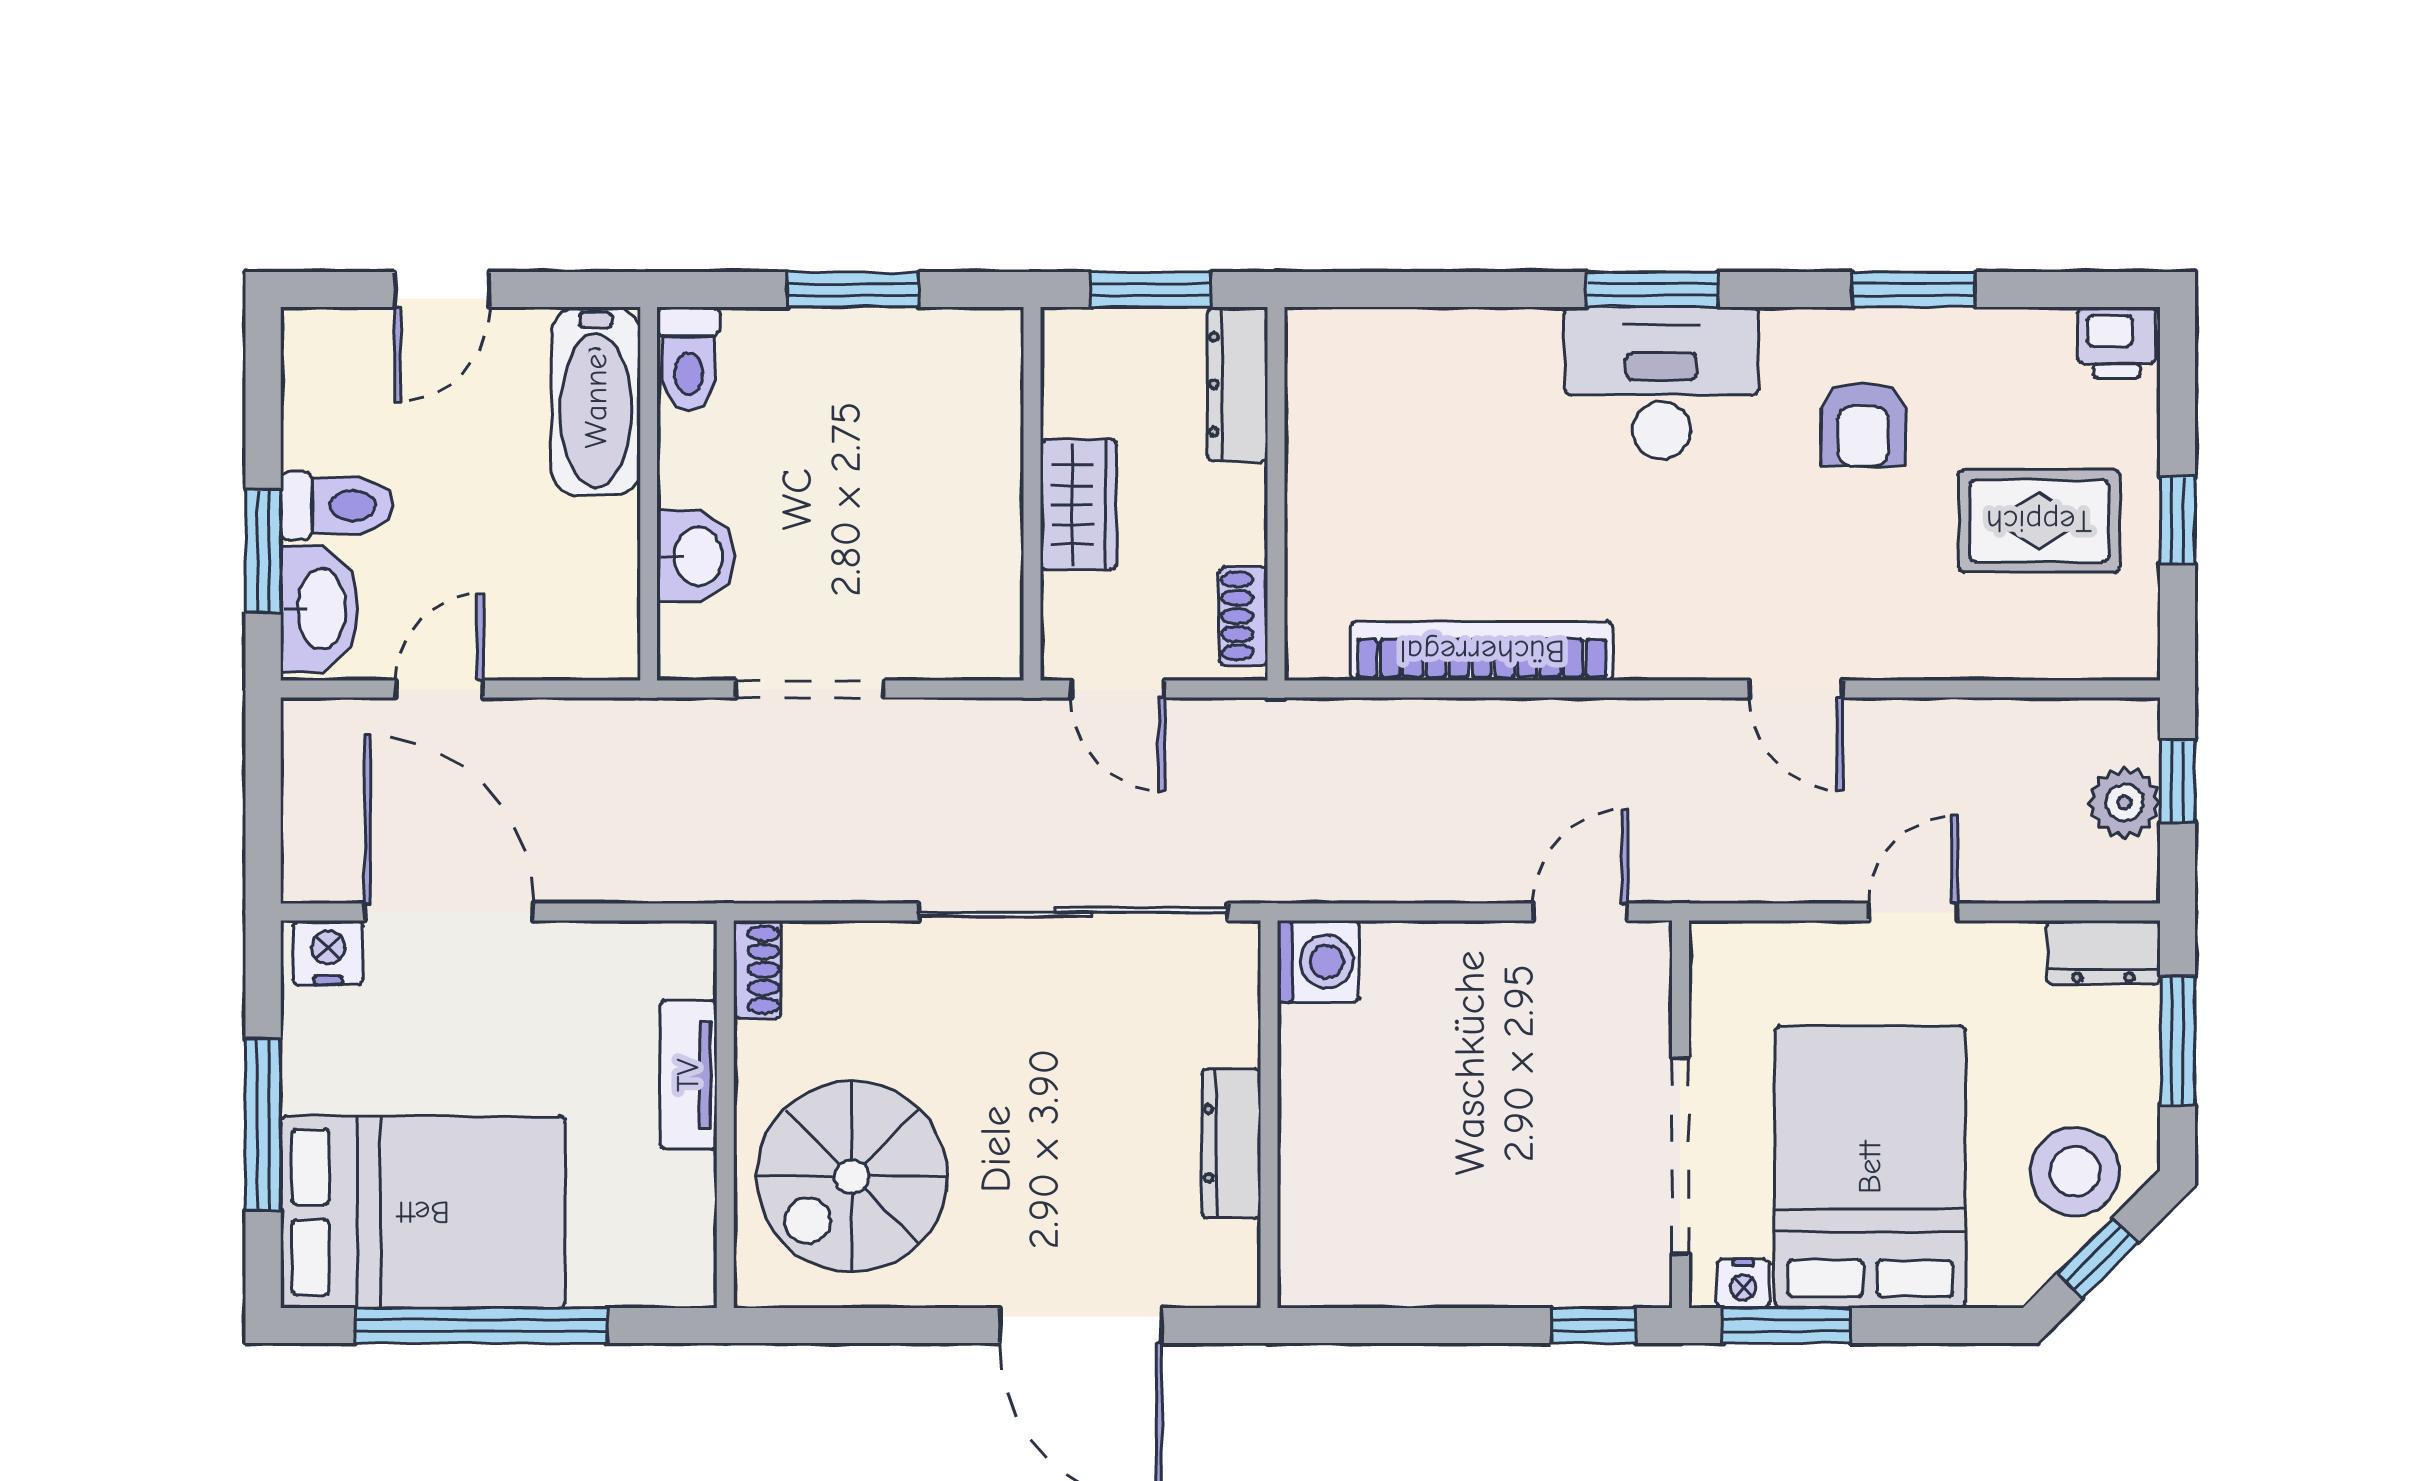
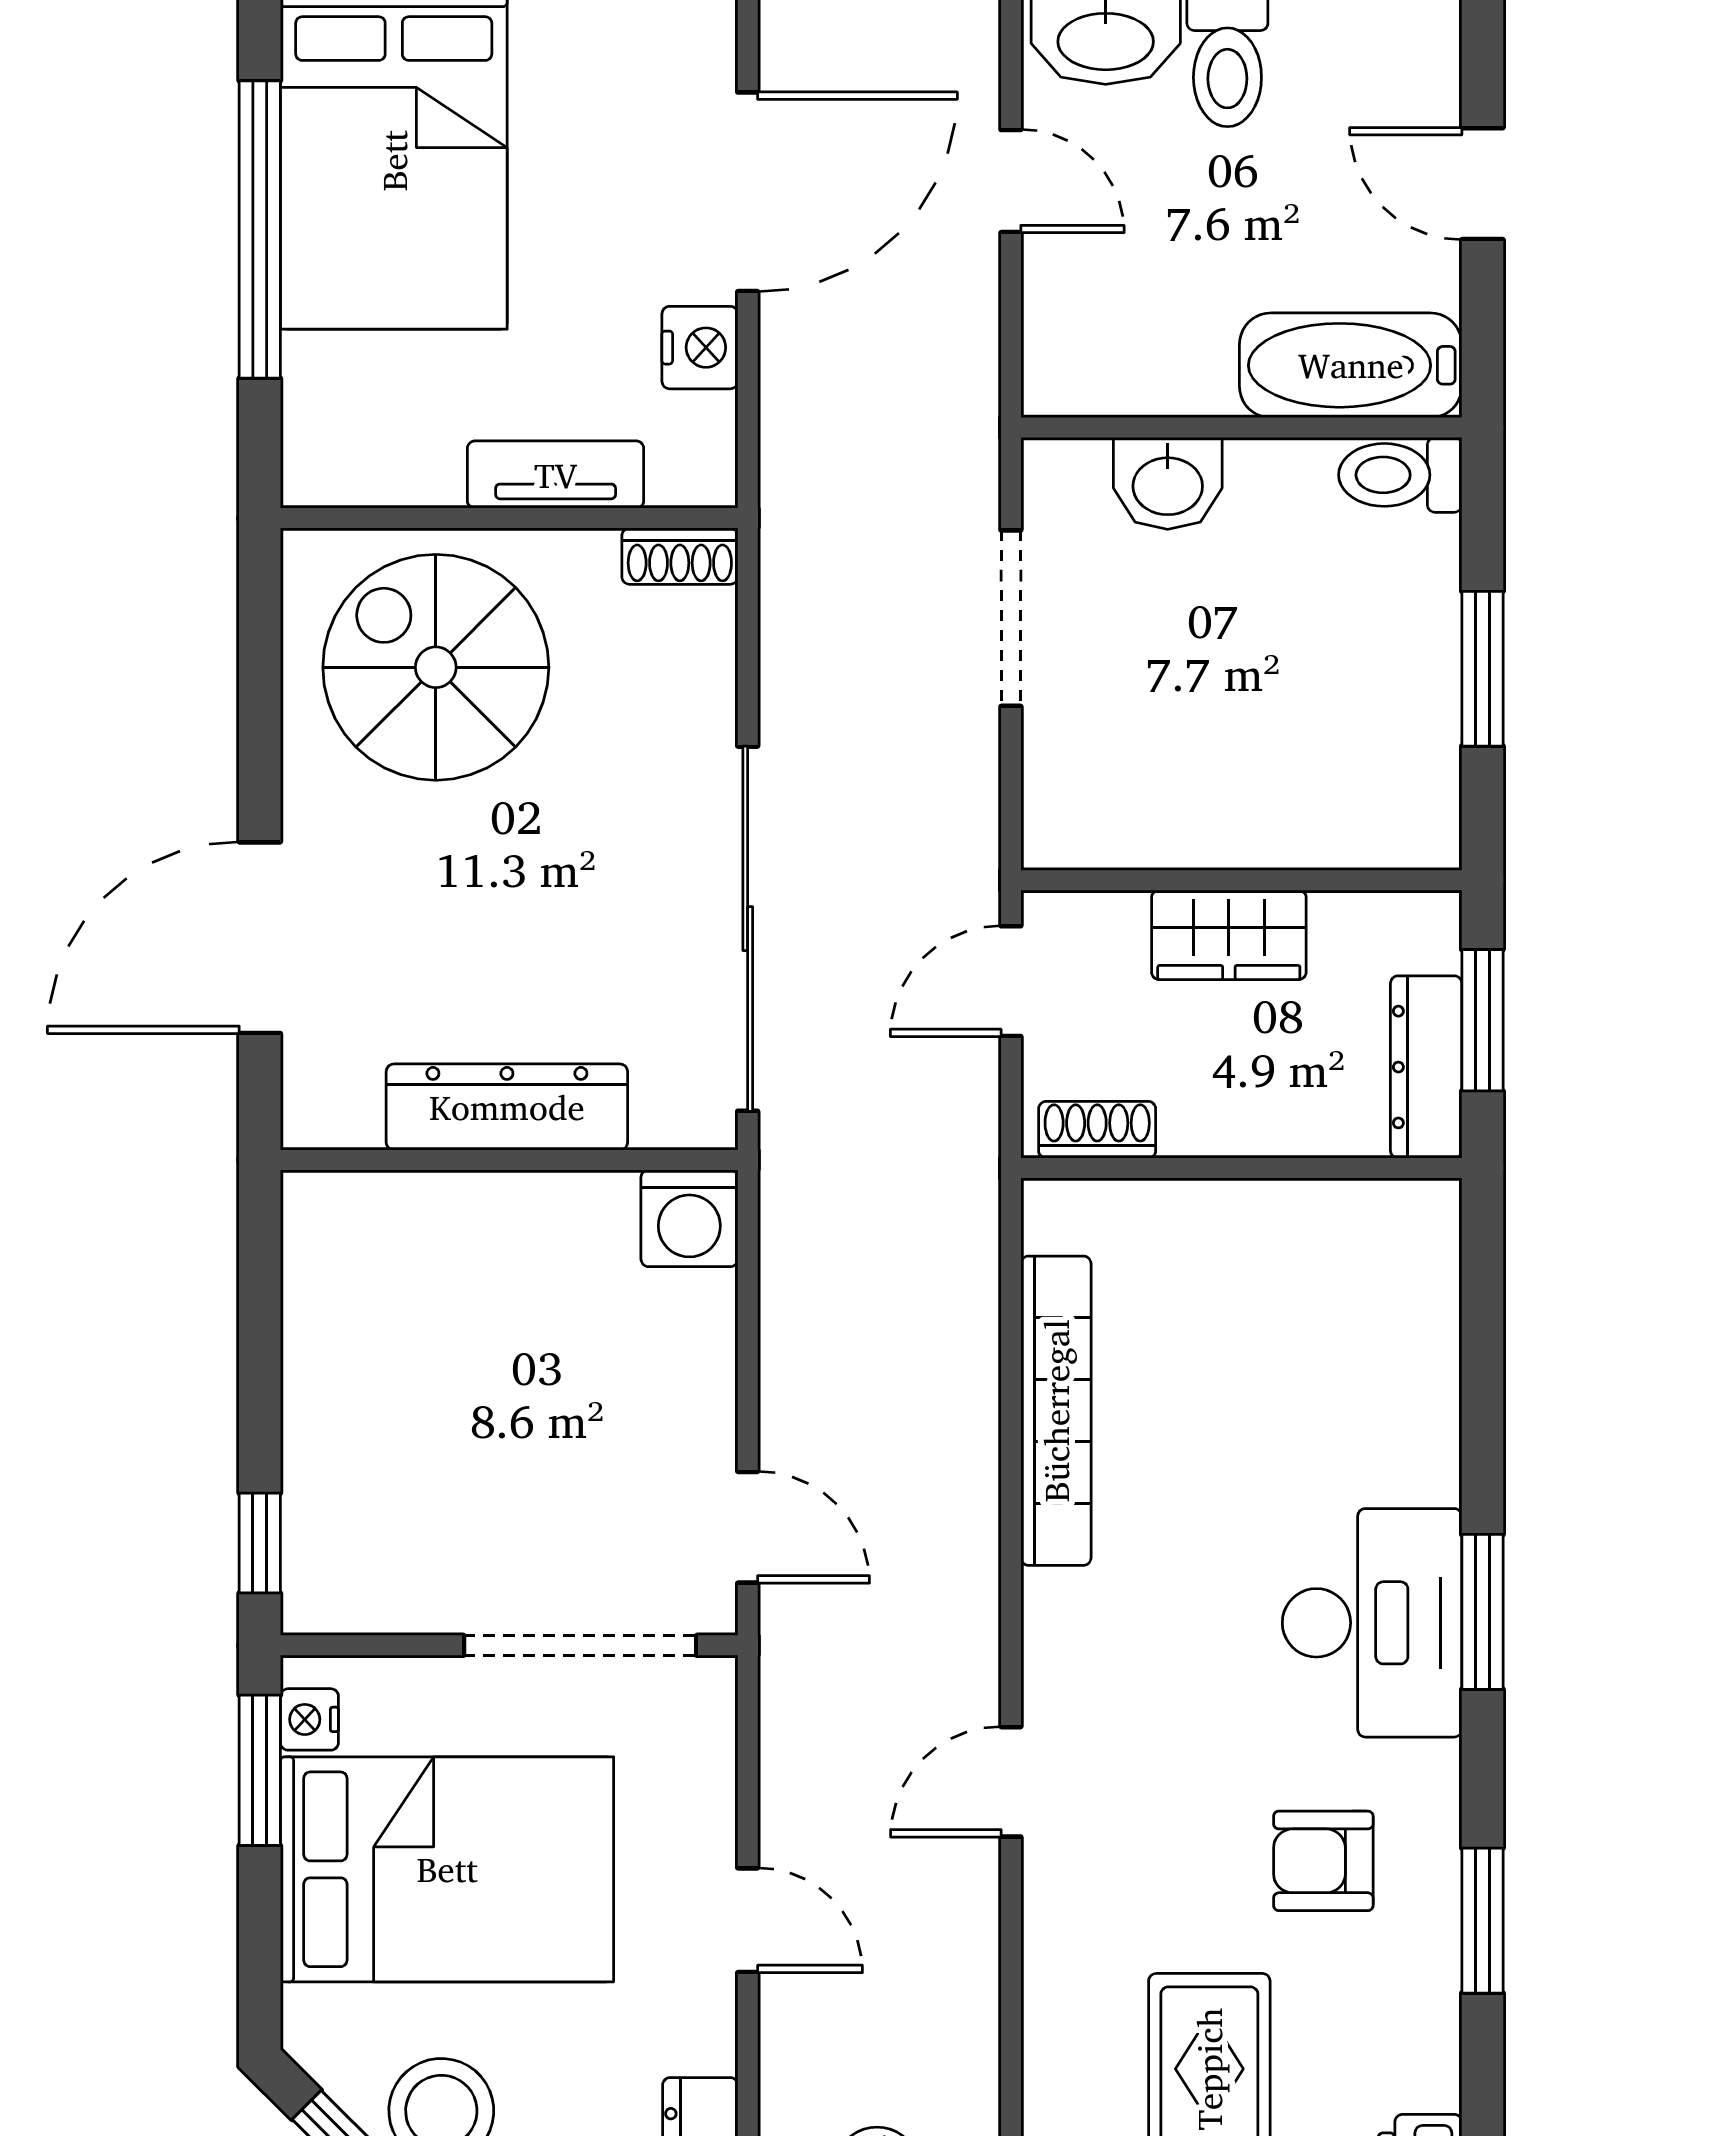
dresser: (1237, 384) -> (1426, 1067), moved, turned -90
nightstand: (328, 953) -> (700, 348), moved
dresser: (1231, 1143) -> (507, 1107), width x1.37, depth x1.24
doorway: (1680, 1156) -> (580, 1645), moved

